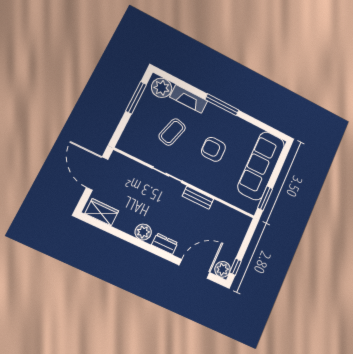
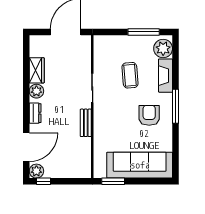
coffee table: (172, 132) -> (130, 75), turned 69
armchair: (213, 149) -> (149, 115), moved
wardrobe: (102, 212) -> (37, 70), moved
door: (194, 269) -> (26, 147), hinge flipped

